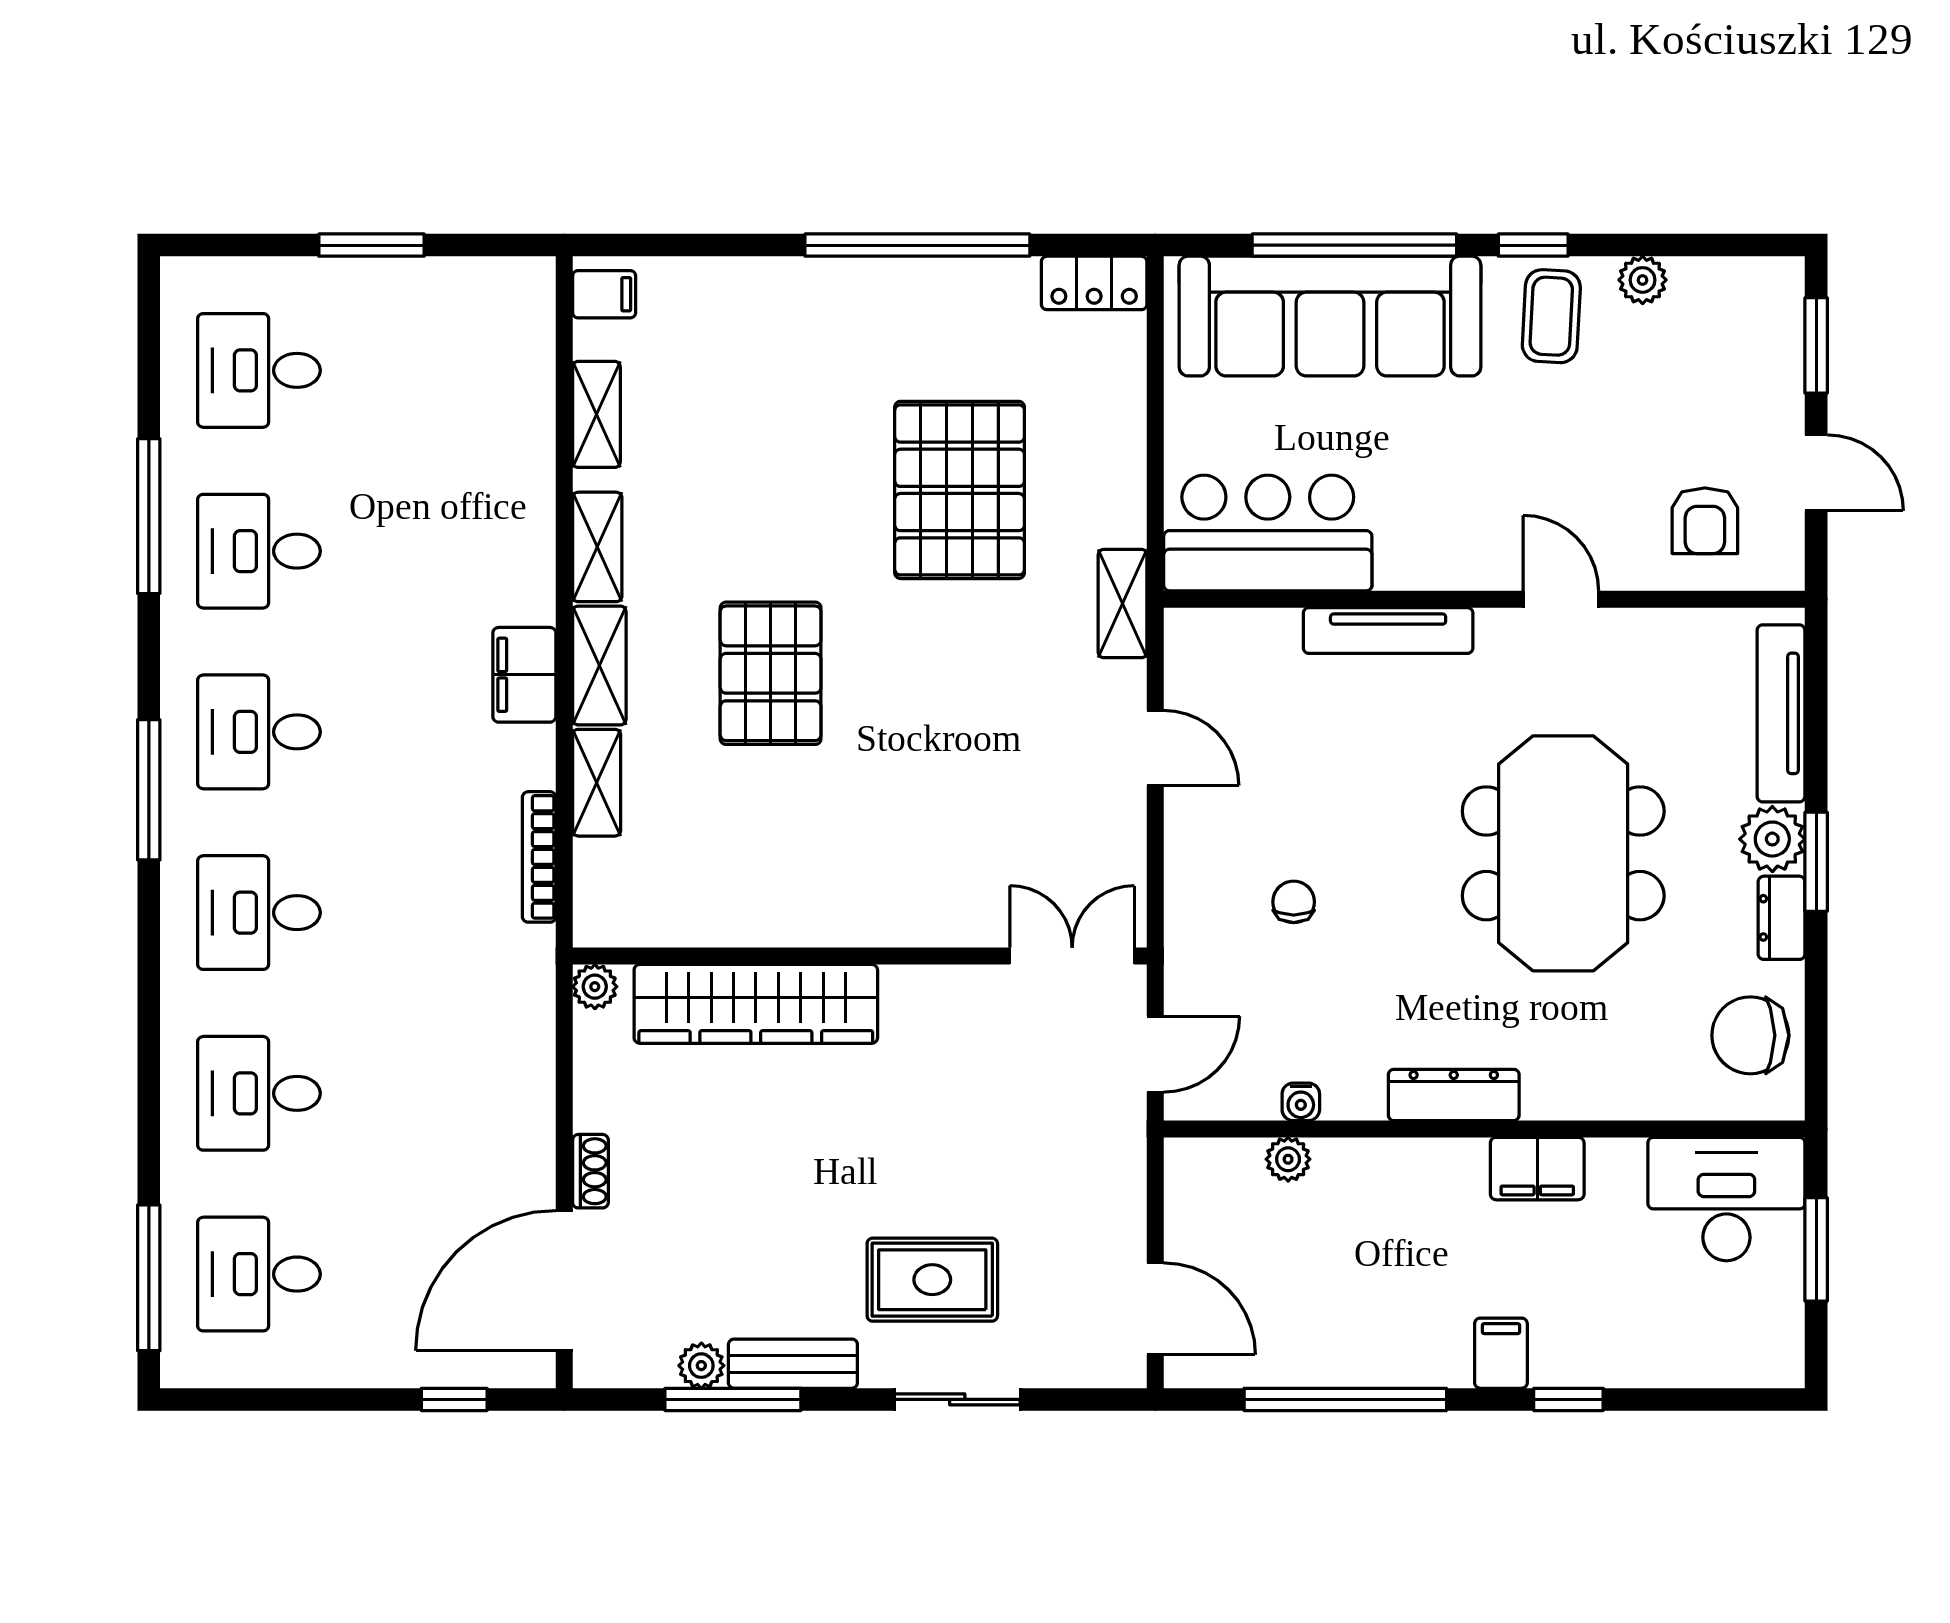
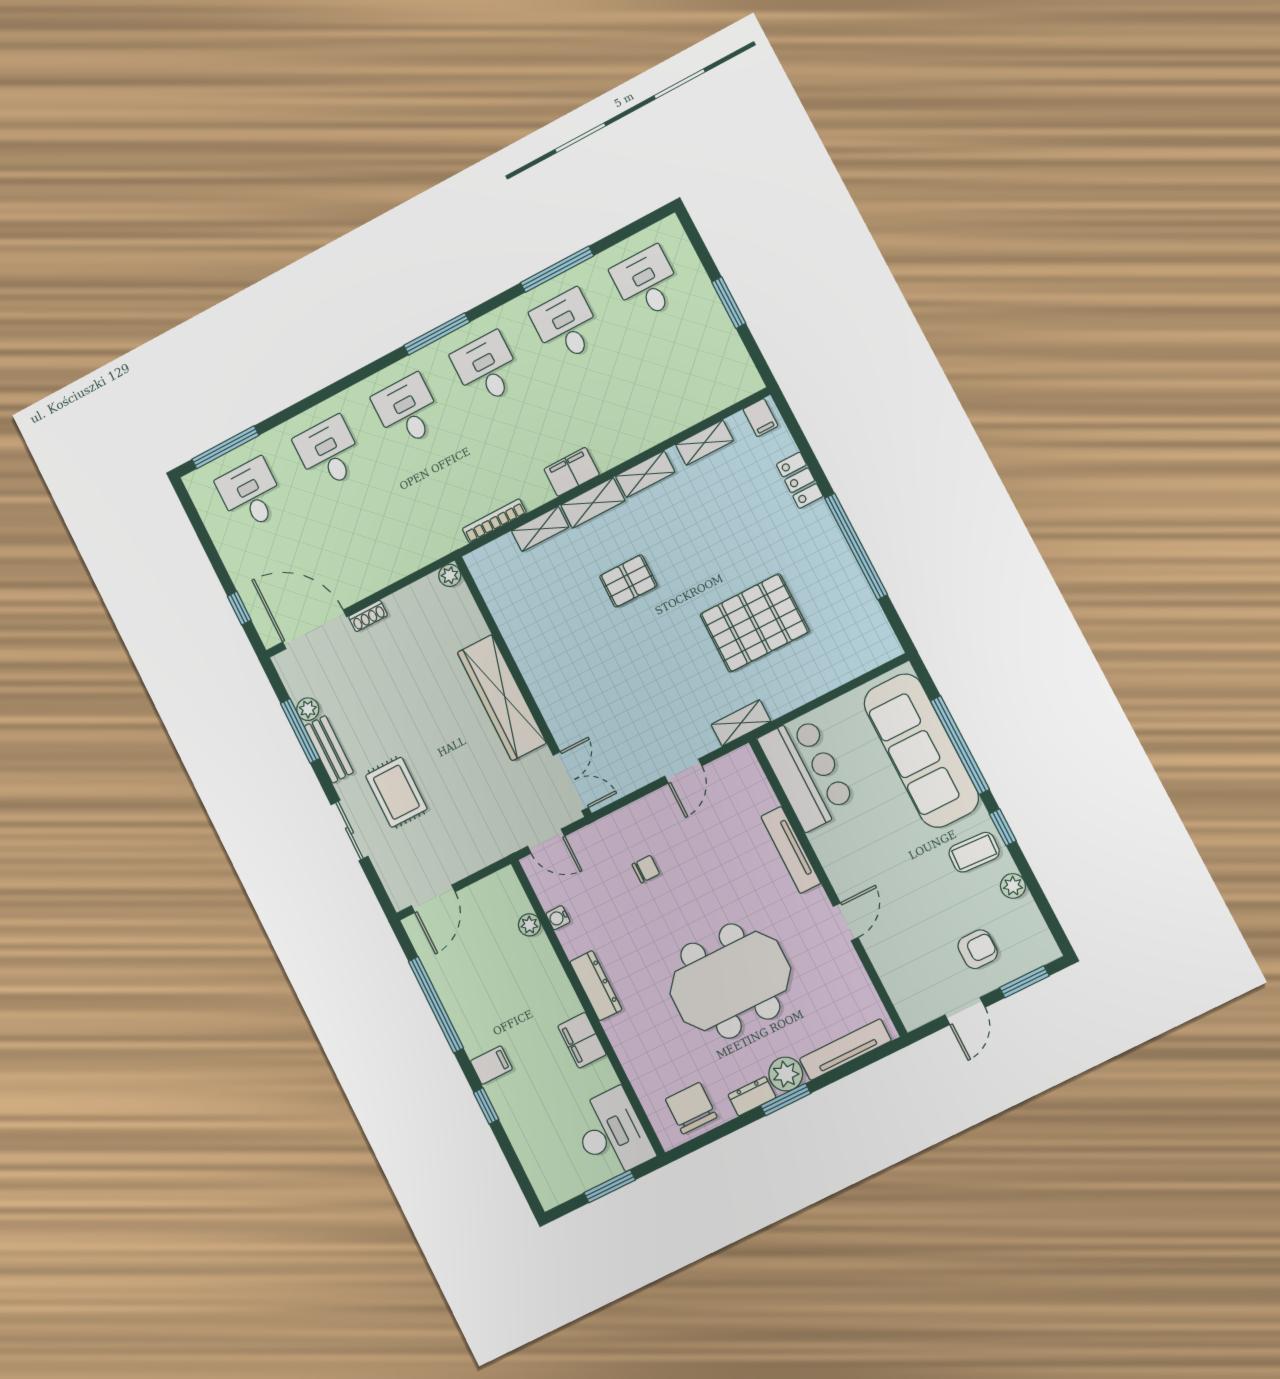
locker: (1094, 283) -> (800, 480), moved
armchair: (1705, 521) -> (978, 949), moved, turned 180
pallet: (771, 673) -> (628, 581), width x0.67, depth x0.71
wardrobe: (756, 1004) -> (502, 698), moved

